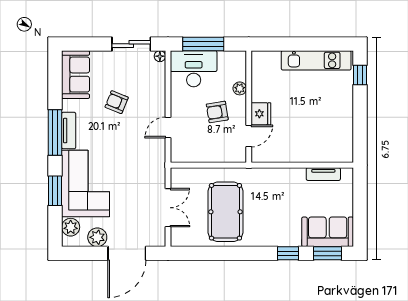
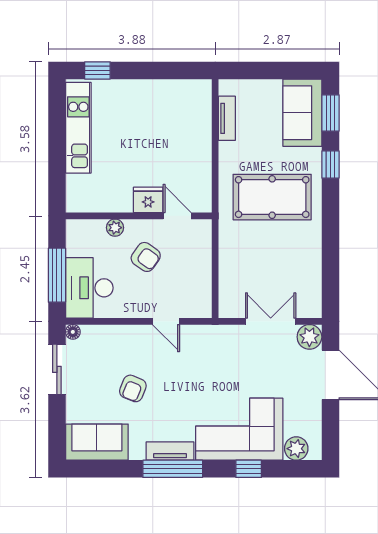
armchair: (217, 112) -> (146, 257), turned -46
window: (55, 191) -> (249, 469), width x0.67
pool table: (225, 212) -> (272, 197), moved
plant: (97, 237) -> (309, 337), moved

